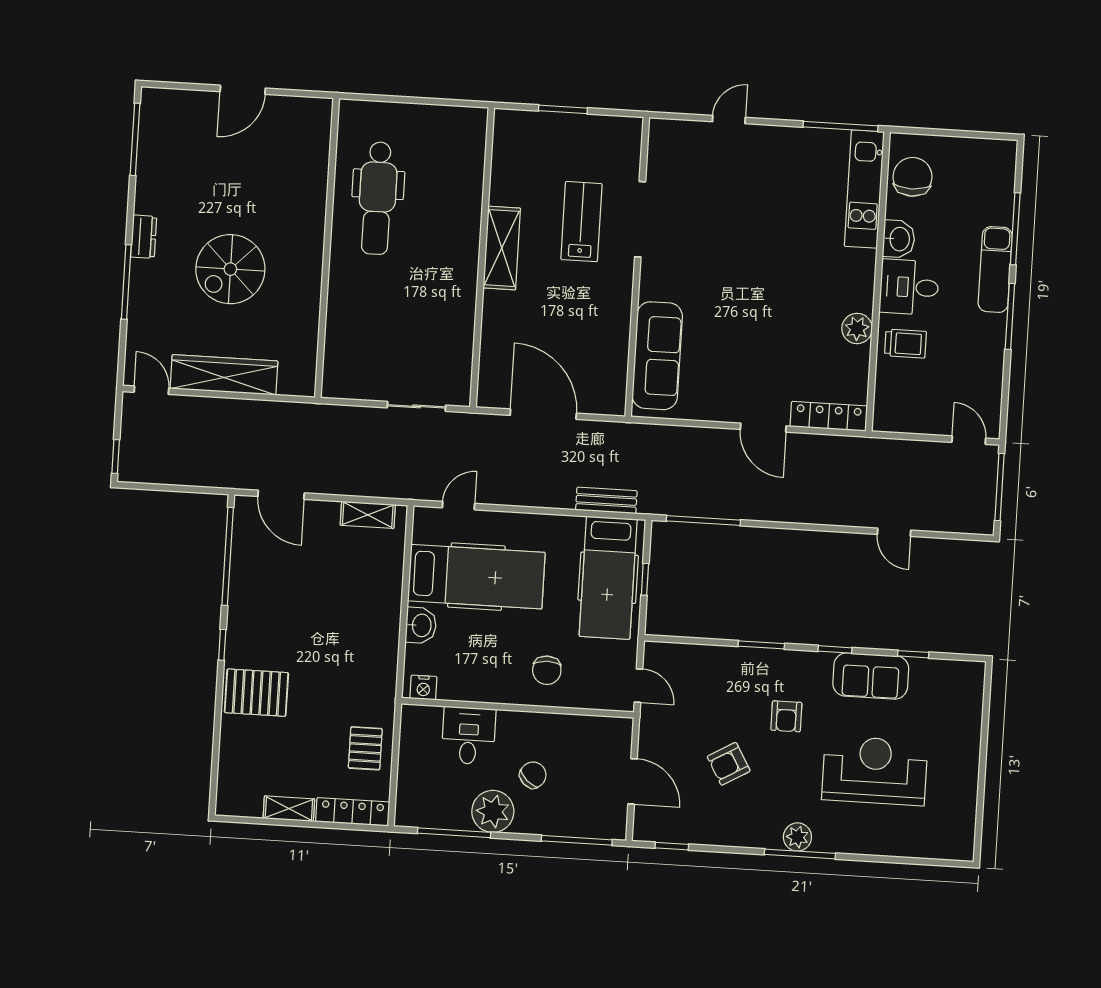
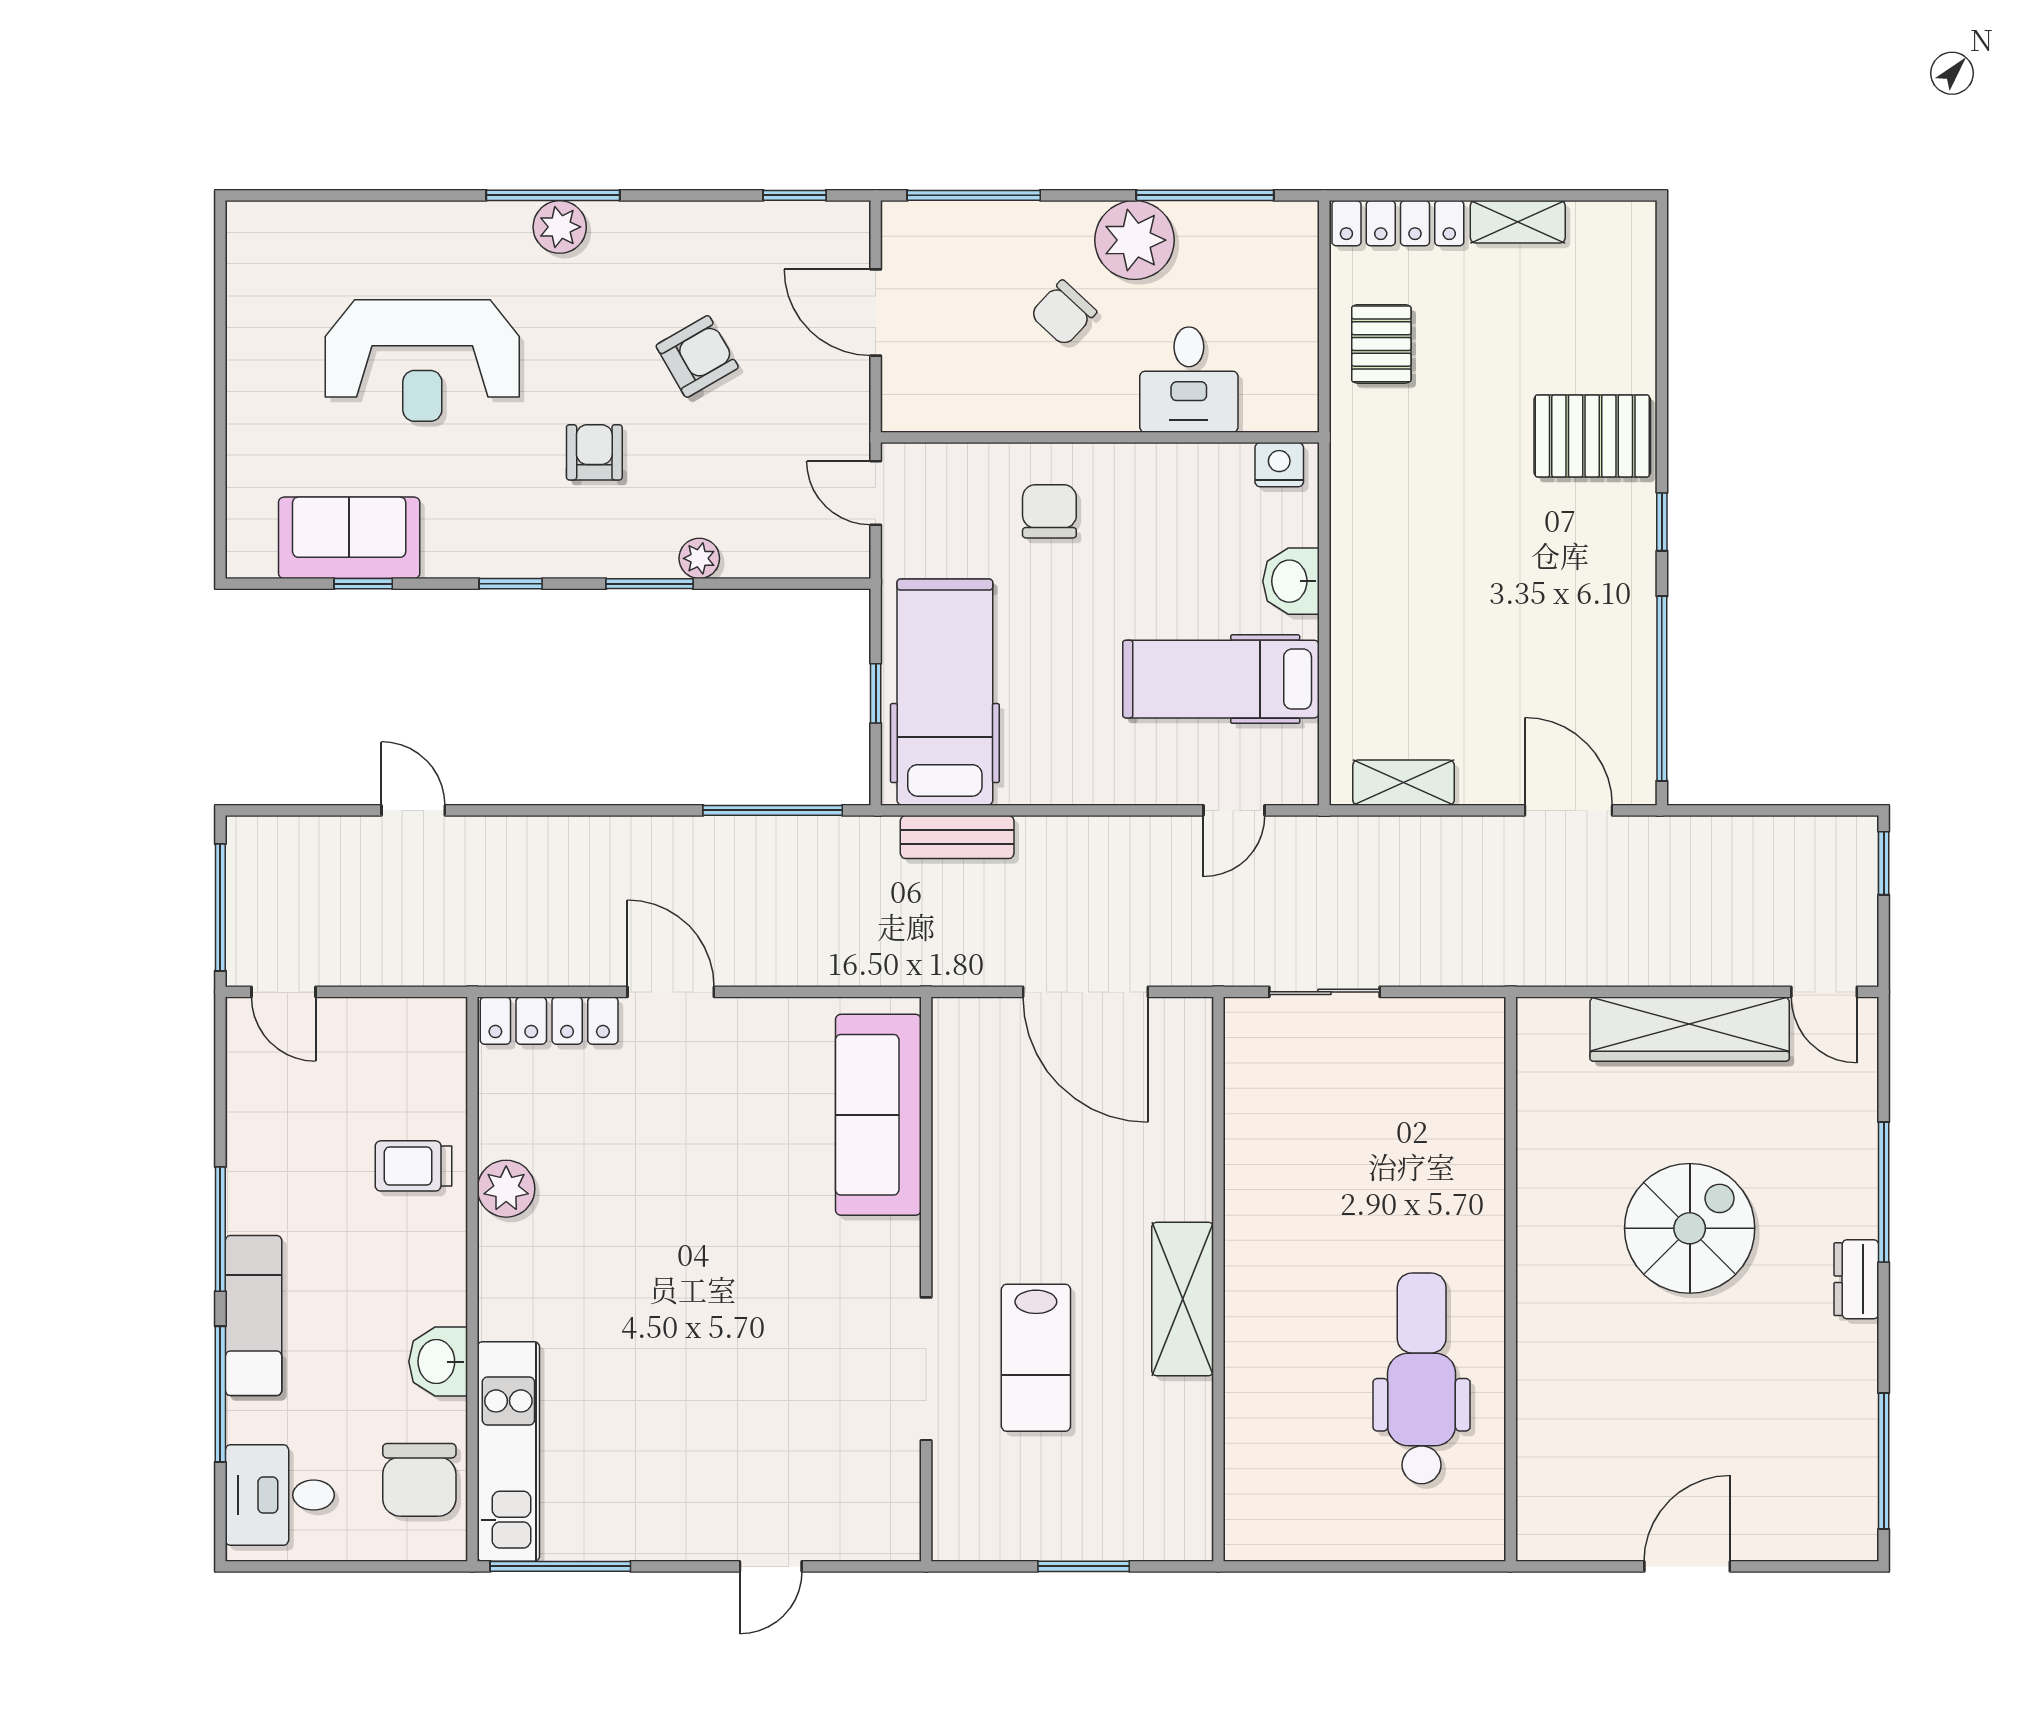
desk: (909, 287) -> (280, 1495), moved, turned 180
hospital bed: (476, 577) -> (1221, 679), width x0.73, depth x0.78
plant: (734, 657) -> (699, 558), added
sofa: (871, 676) -> (349, 538), moved

